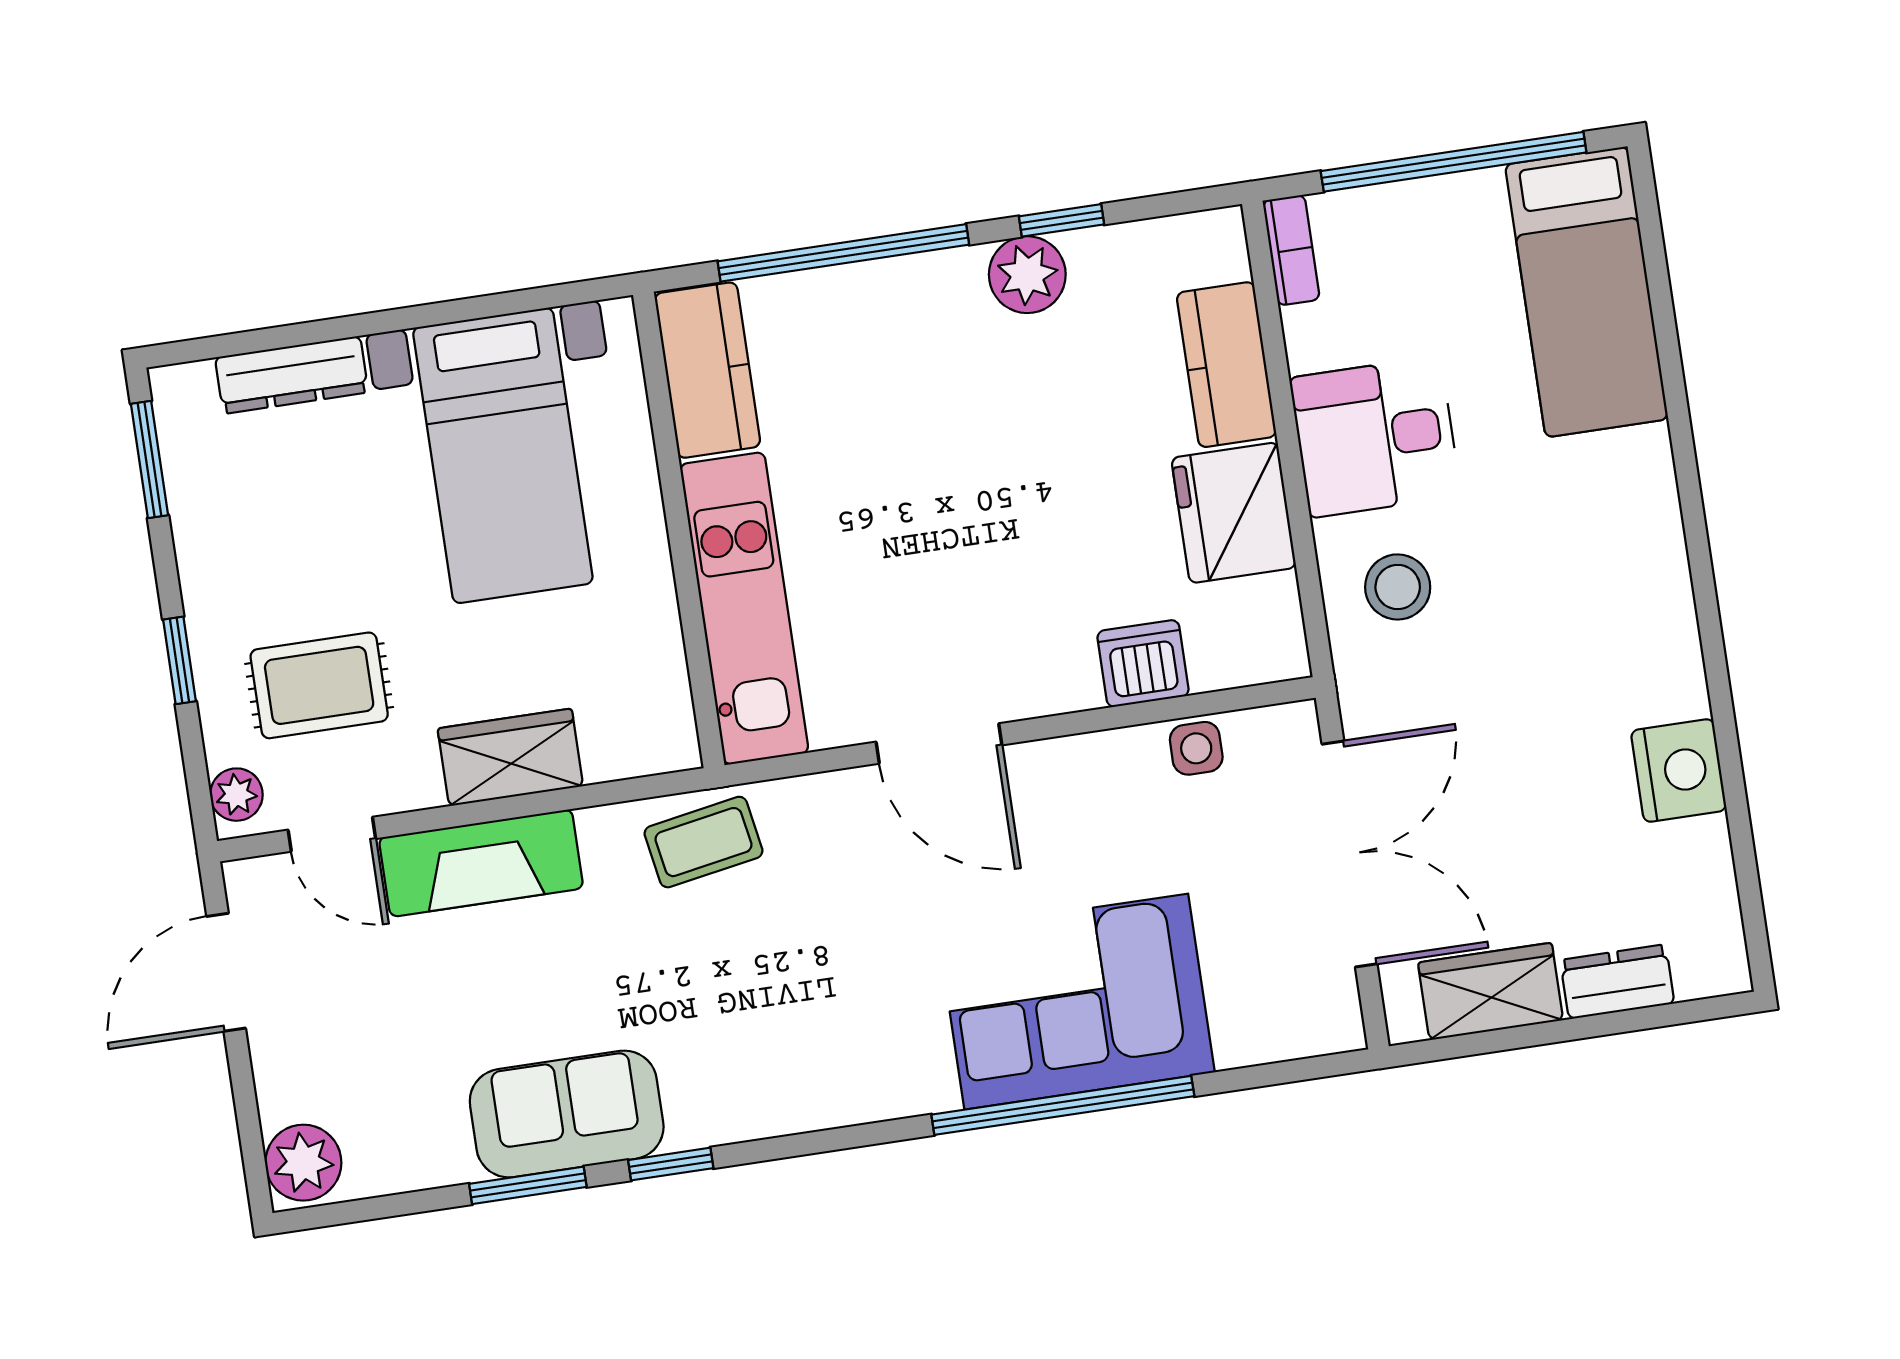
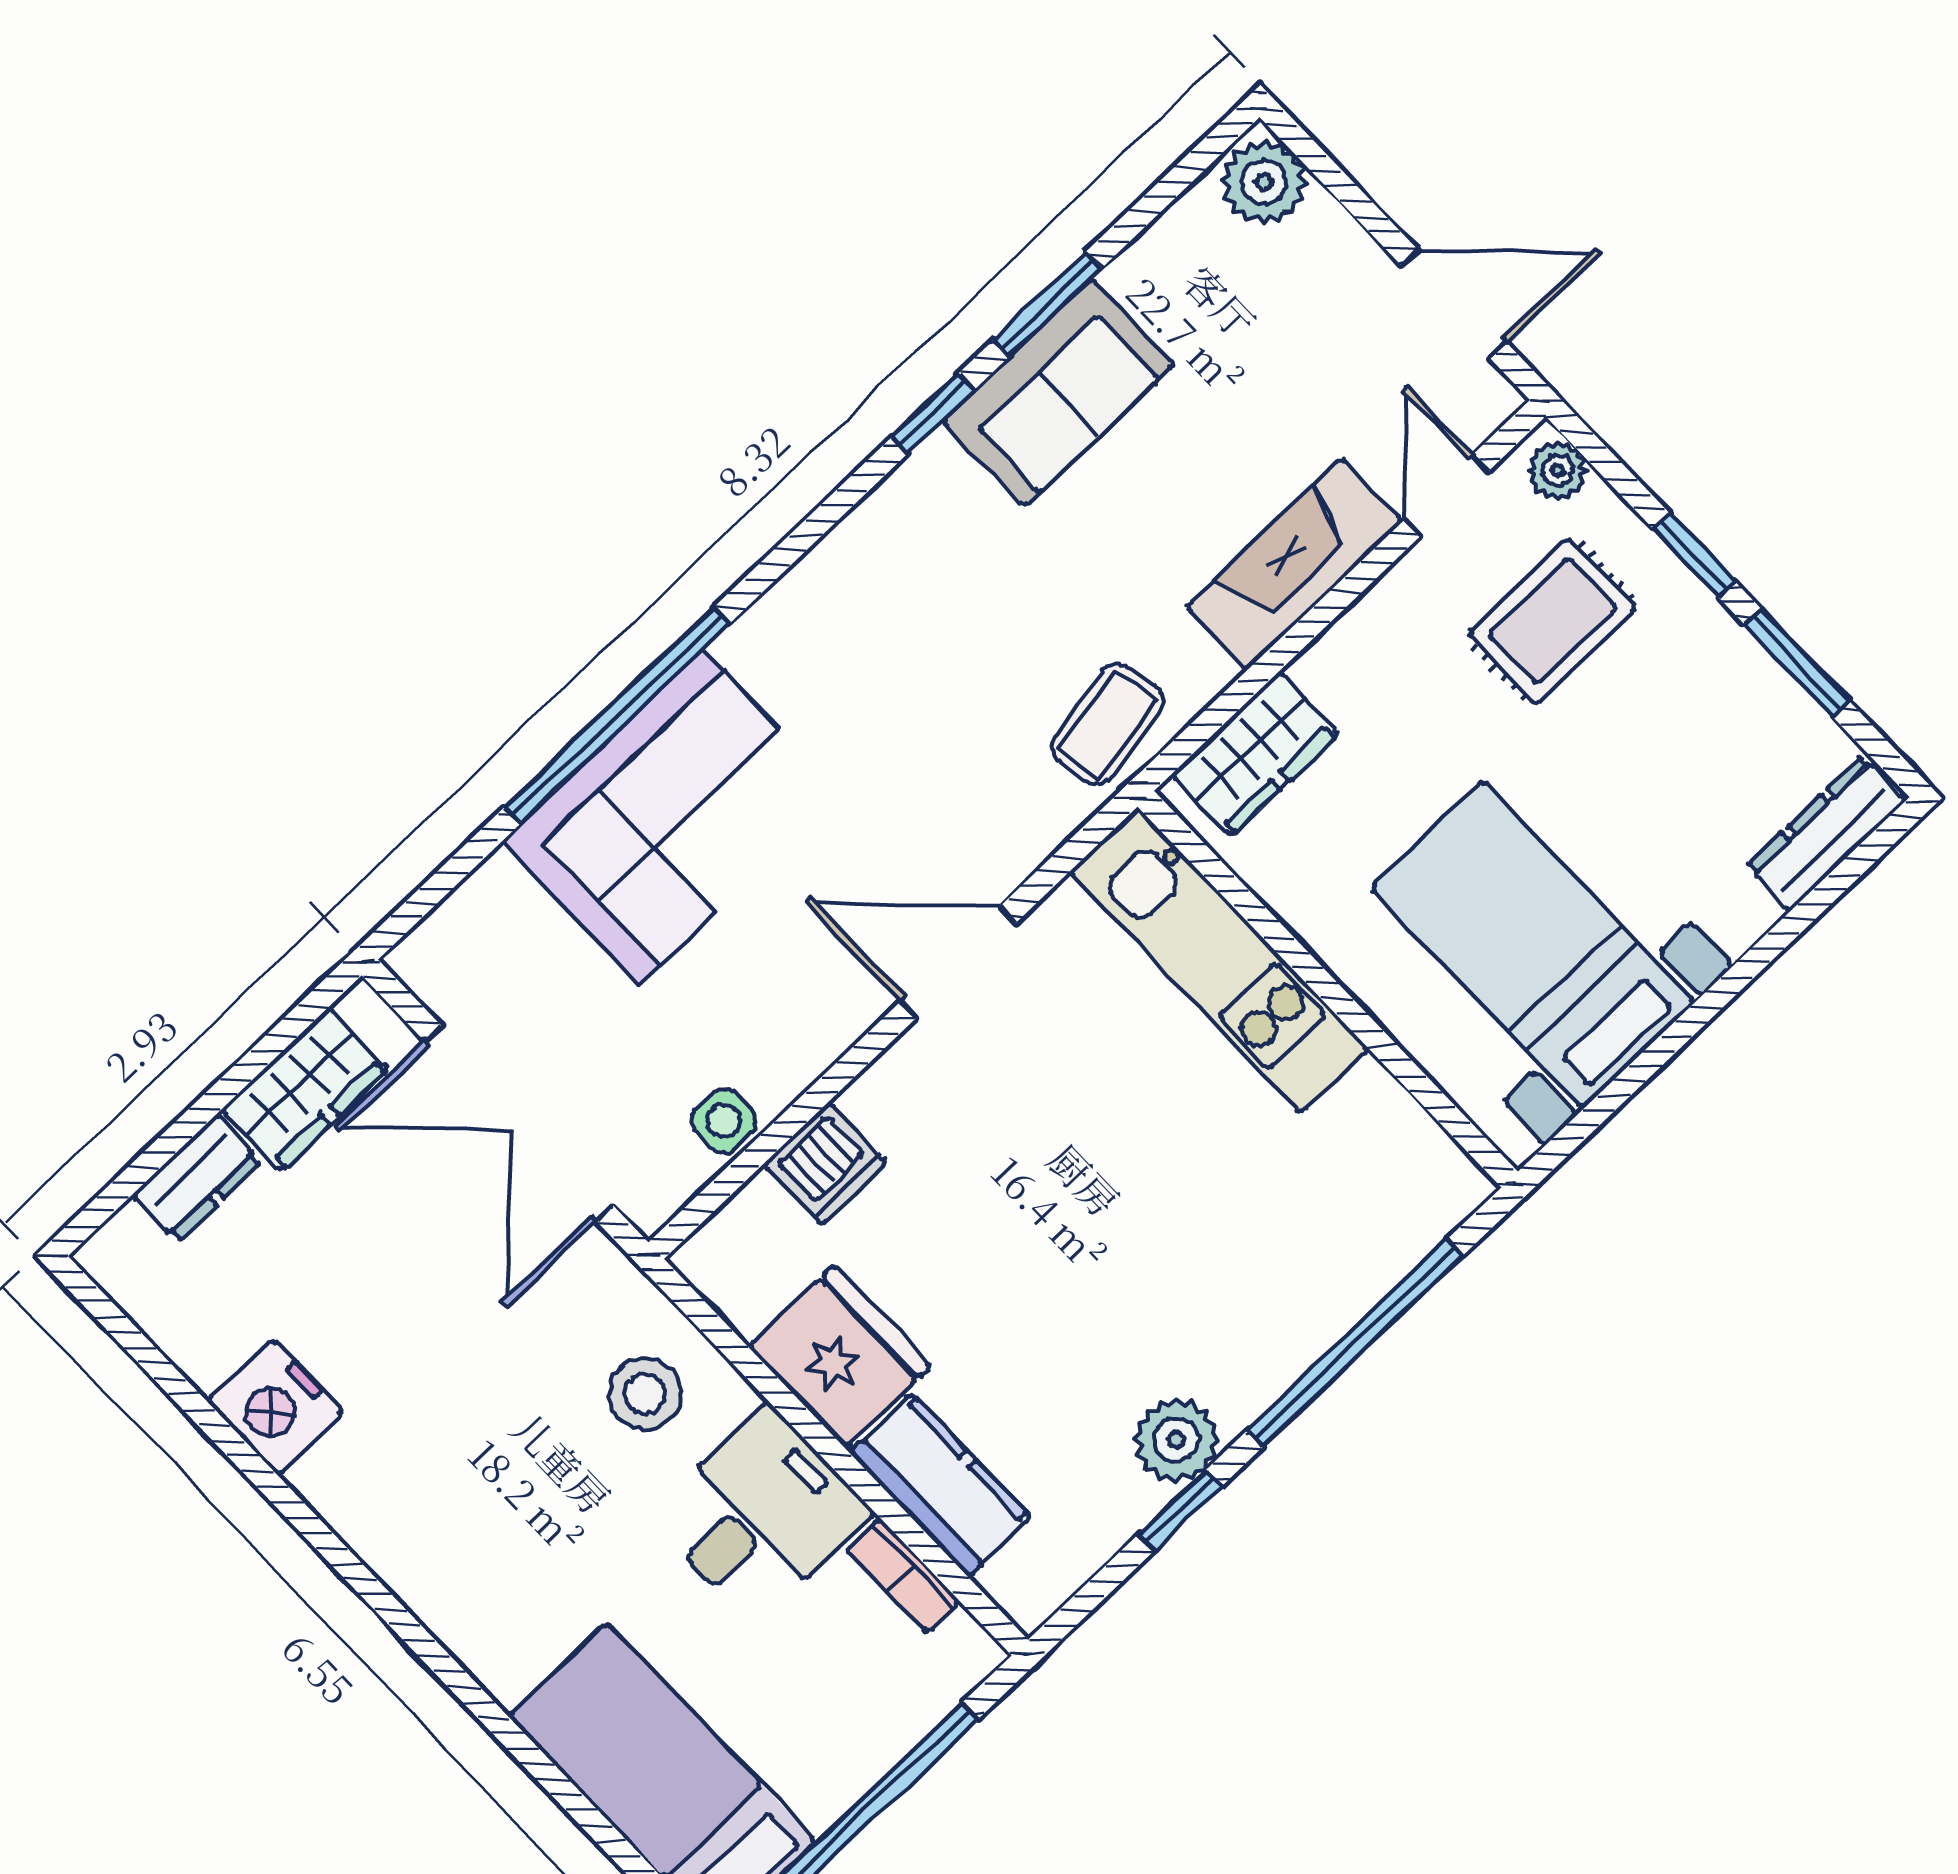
bookcase: (1291, 250) -> (903, 1576), moved
kitchen counter: (707, 370) -> (1403, 1151), removed
dresser: (292, 375) -> (1826, 833), moved
window: (149, 460) -> (1797, 663), moved
wardrobe: (510, 757) -> (1255, 754), moved
door: (332, 834) -> (1447, 495), hinge flipped
door: (226, 972) -> (1454, 304), hinge flipped

